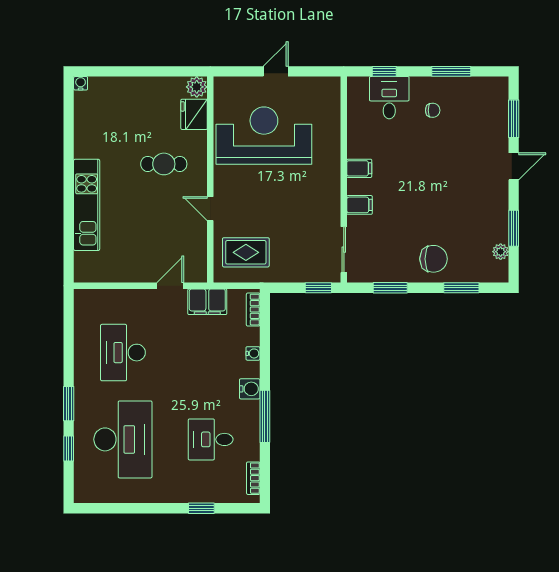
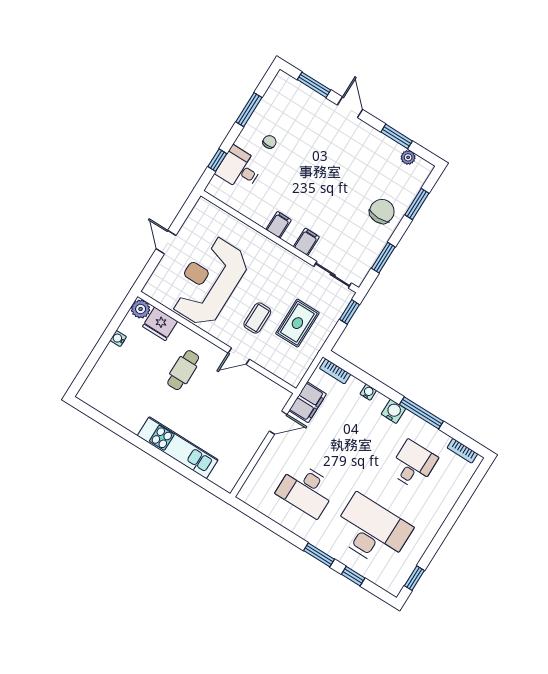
water cooler: (81, 83) -> (118, 339), moved
coffee table: (258, 204) -> (257, 318), added
rug: (246, 252) -> (297, 323), moved
door: (170, 286) -> (278, 423), swing flipped
desk: (211, 439) -> (413, 465), turned 180
window: (201, 508) -> (414, 578), moved

